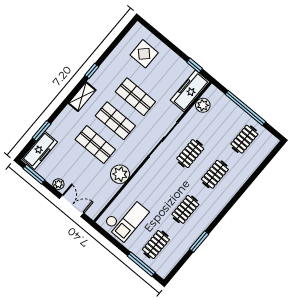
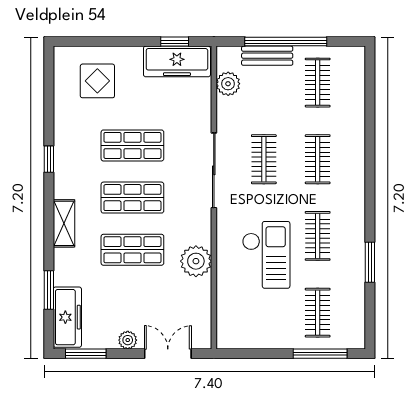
freezer: (190, 91) -> (177, 61), moved, turned -90
shelving: (82, 97) -> (64, 223), moved
bench: (232, 107) -> (267, 56), added
checkout: (126, 218) -> (266, 255), moved

